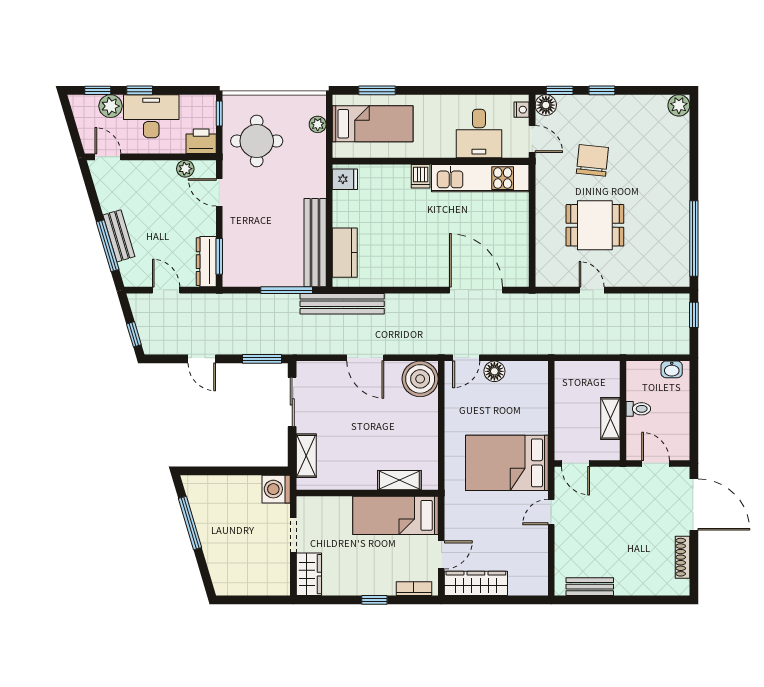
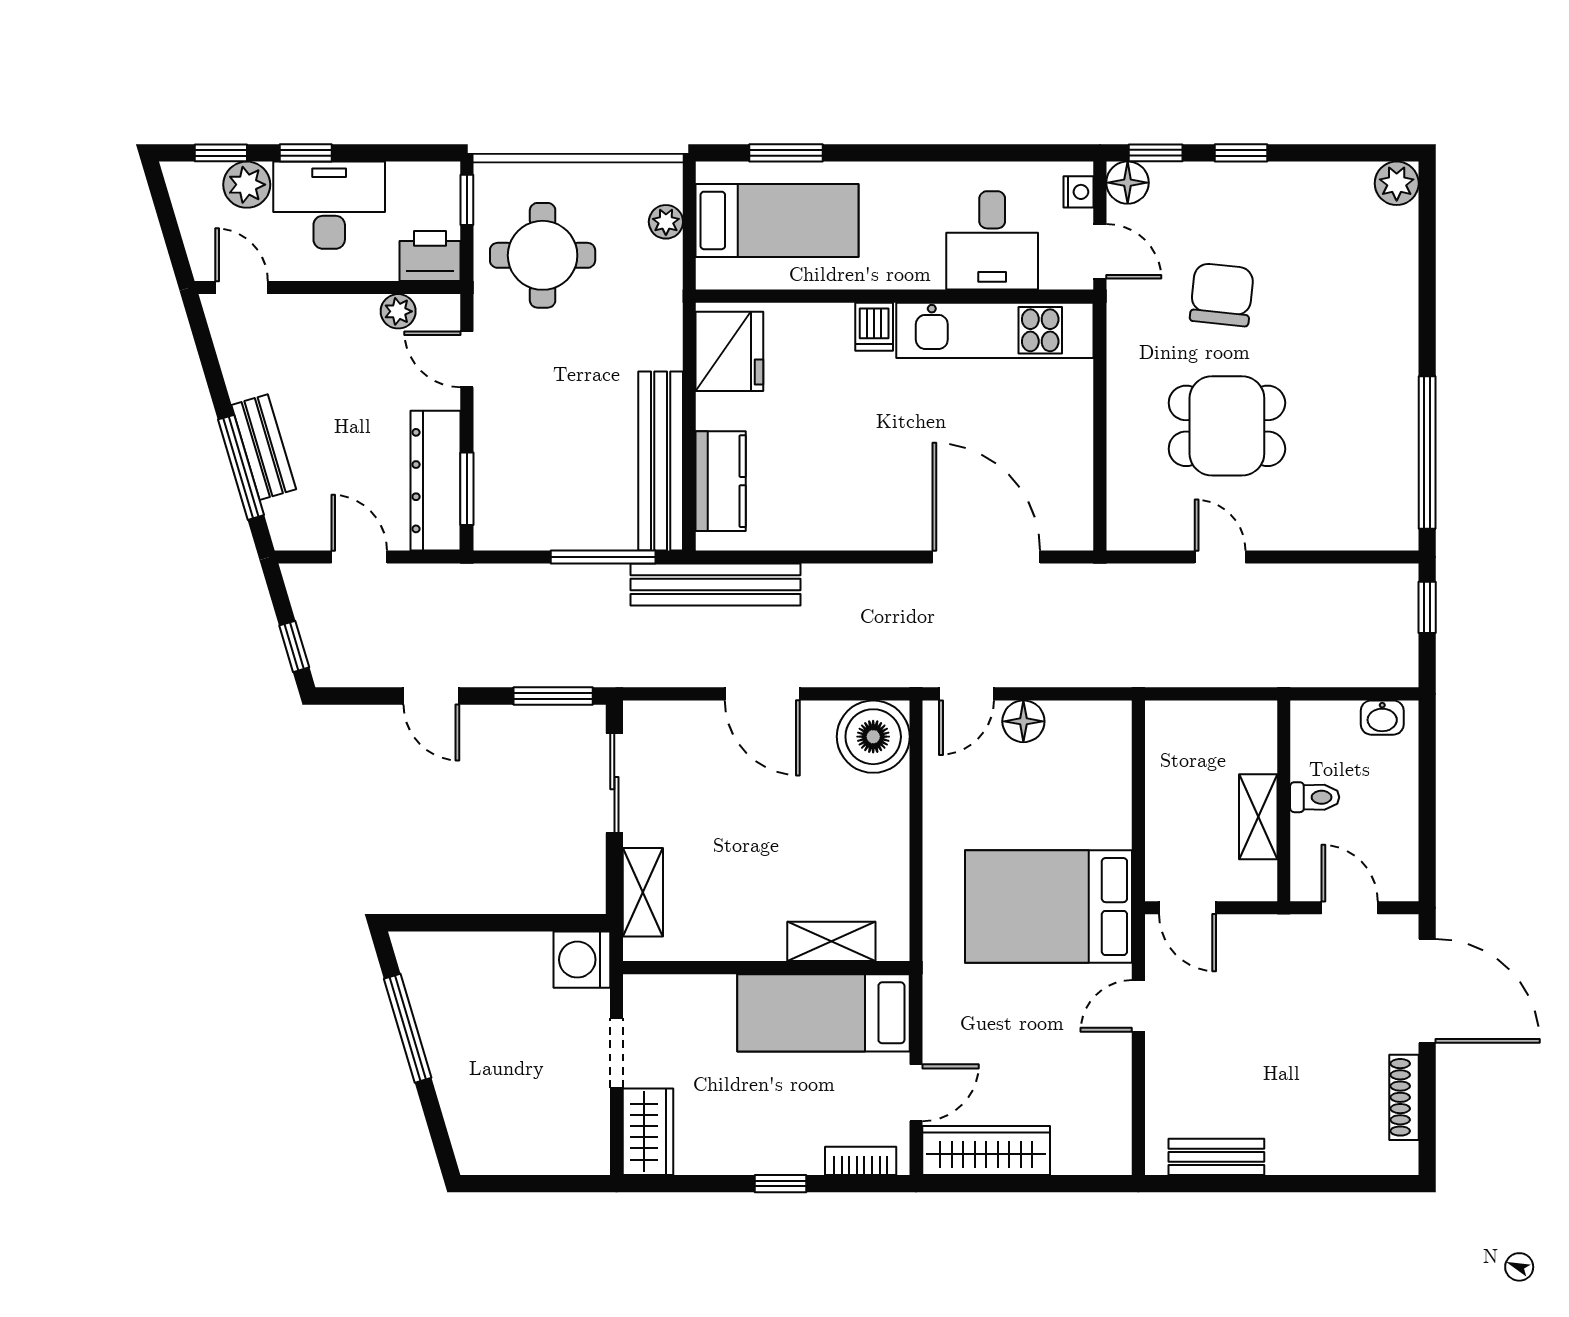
fridge: (345, 179) -> (729, 351), width x1.88, depth x1.34
dresser: (206, 262) -> (435, 481), width x1.37, depth x1.24

